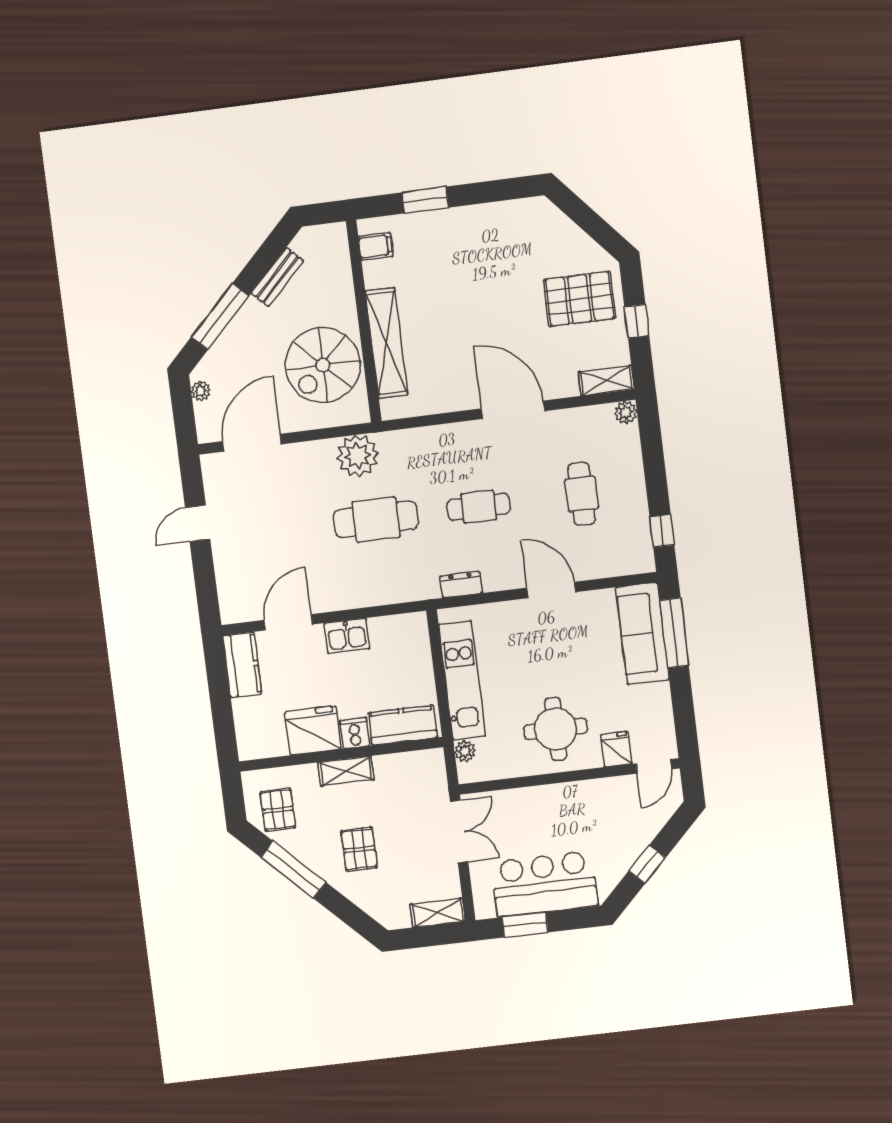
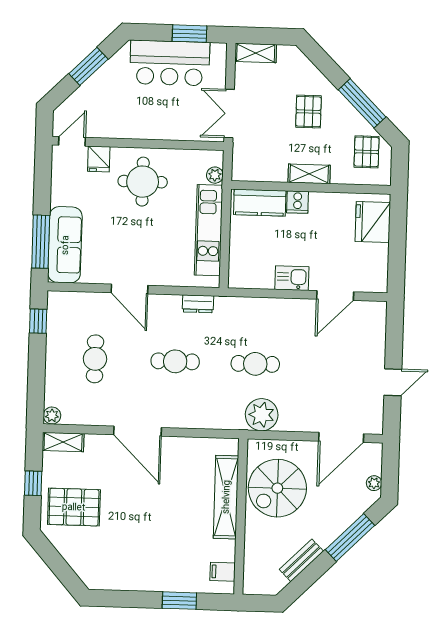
spiral stairs: (323, 365) -> (277, 488), turned 180
cafe table: (376, 519) -> (255, 364), width x0.73, depth x0.74
kitchen counter: (242, 665) -> (376, 268), removed
fridge: (313, 731) -> (373, 222), moved, turned 90
window: (647, 864) -> (88, 66), width x1.50

